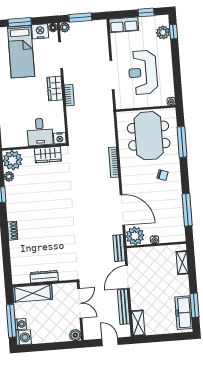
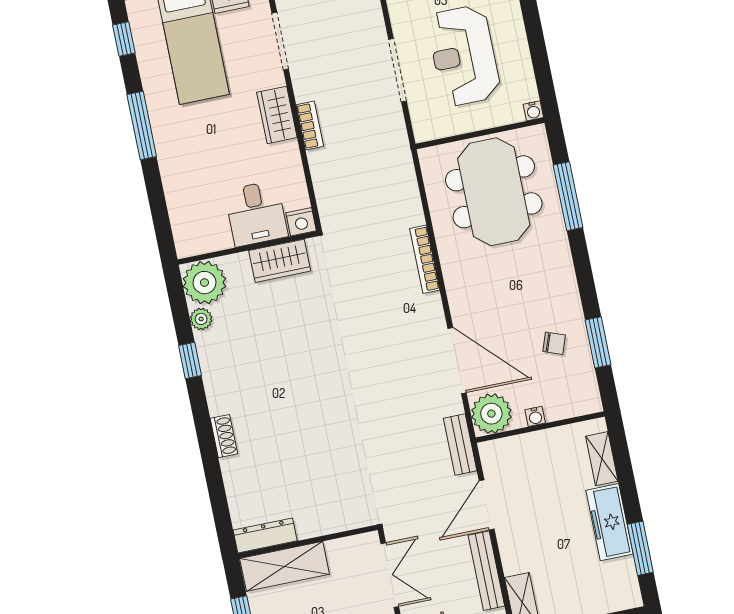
chair: (162, 175) -> (554, 343), moved
window: (187, 210) -> (598, 342), width x0.69
dresser: (44, 277) -> (265, 535), moved
freezer: (184, 313) -> (609, 522), moved

